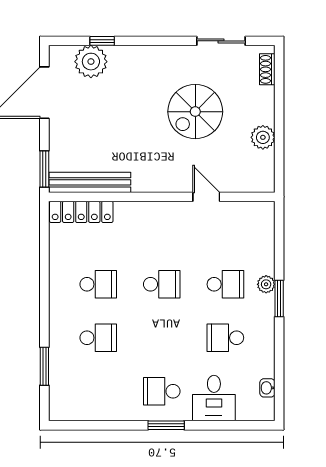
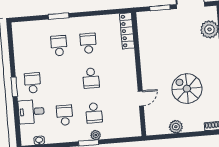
window: (44, 169) -> (160, 8), moved
bench: (90, 182) -> (143, 34), removed
school desk: (98, 284) -> (88, 43), turned 180
school desk: (98, 338) -> (59, 46), turned 180
window: (44, 366) -> (59, 16), moved

